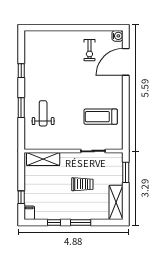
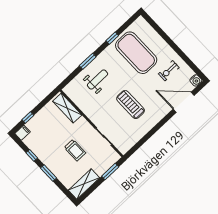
exercise mat: (51, 63) -> (136, 53), added
treadmill: (101, 117) -> (131, 105), moved

